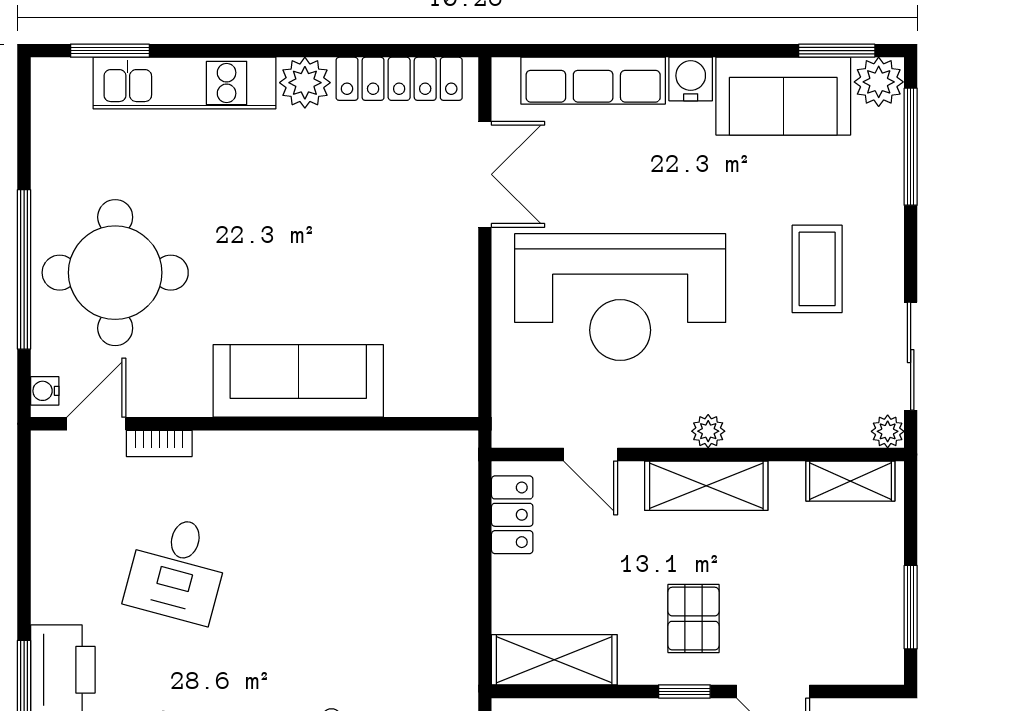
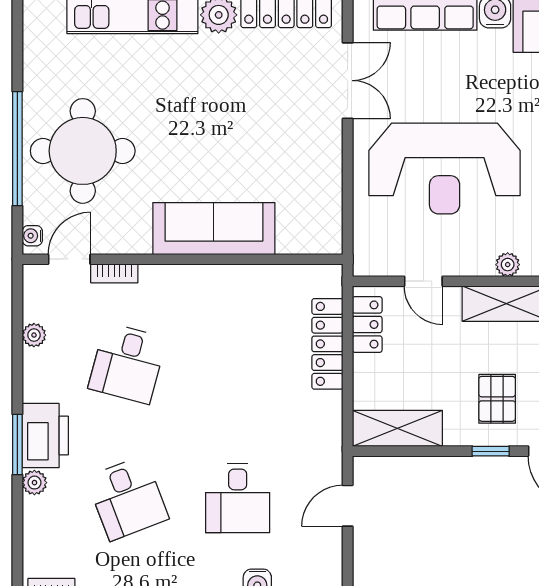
plant: (47, 530) -> (34, 335), added
locker: (457, 542) -> (327, 344), added

